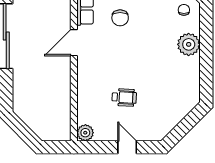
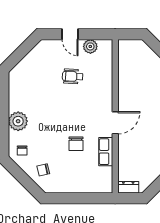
chair: (120, 18) -> (76, 144), turned 180
plant: (85, 133) -> (90, 46), moved

